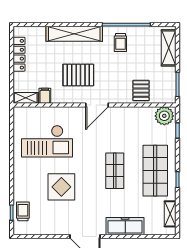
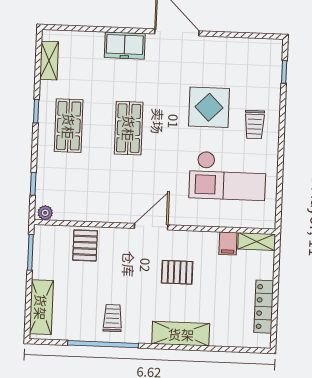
shelving: (74, 34) -> (181, 334), width x0.68
pallet: (78, 75) -> (177, 272), width x0.67, depth x0.71
plant: (164, 116) -> (45, 213), width x0.53, depth x0.53
checkout: (47, 141) -> (228, 176), turned 180
shop shelf: (155, 171) -> (69, 126), width x0.70, depth x0.74
trolley: (23, 211) -> (255, 124), moved
freezer: (125, 226) -> (125, 46), width x0.71

